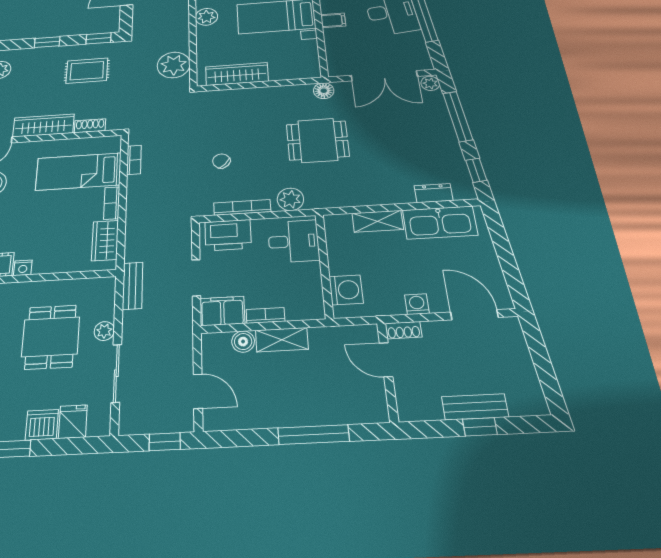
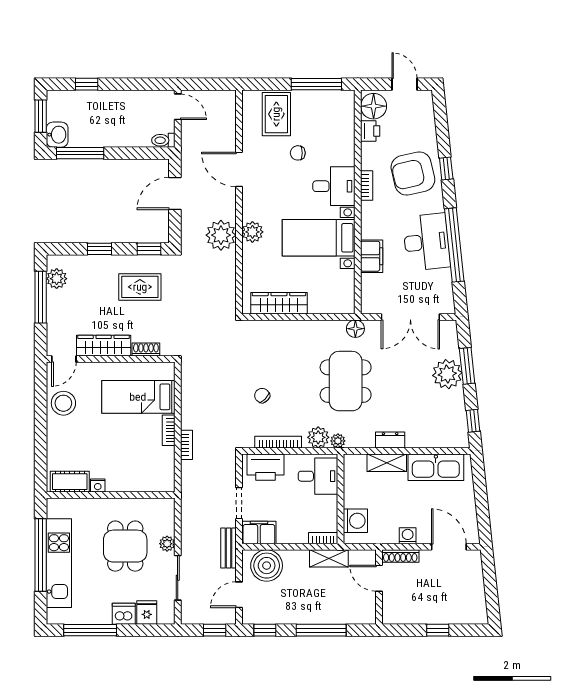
filing cabinet: (333, 20) -> (372, 256), width x2.00
plant: (174, 65) -> (221, 235), moved
plant: (430, 83) -> (447, 374), moved, width x1.88, depth x1.88
window: (458, 116) -> (467, 366), width x0.69
dining table: (318, 140) -> (346, 381), width x1.37
bookcase: (134, 160) -> (186, 445), moved
dresser: (434, 193) -> (390, 440), moved
plant: (315, 202) -> (338, 441), added
wardrobe: (105, 241) -> (164, 465), removed
bench: (133, 286) -> (228, 548), moved
bookcase: (266, 315) -> (323, 538), moved
shoe rack: (403, 330) -> (400, 556), width x1.43
shelving: (282, 340) -> (329, 558), moved
boiler: (243, 342) -> (267, 566), width x1.86, depth x1.86
door: (198, 391) -> (239, 595), swing flipped
bench: (475, 407) -> (437, 616), removed
window: (234, 438) -> (265, 630), added

